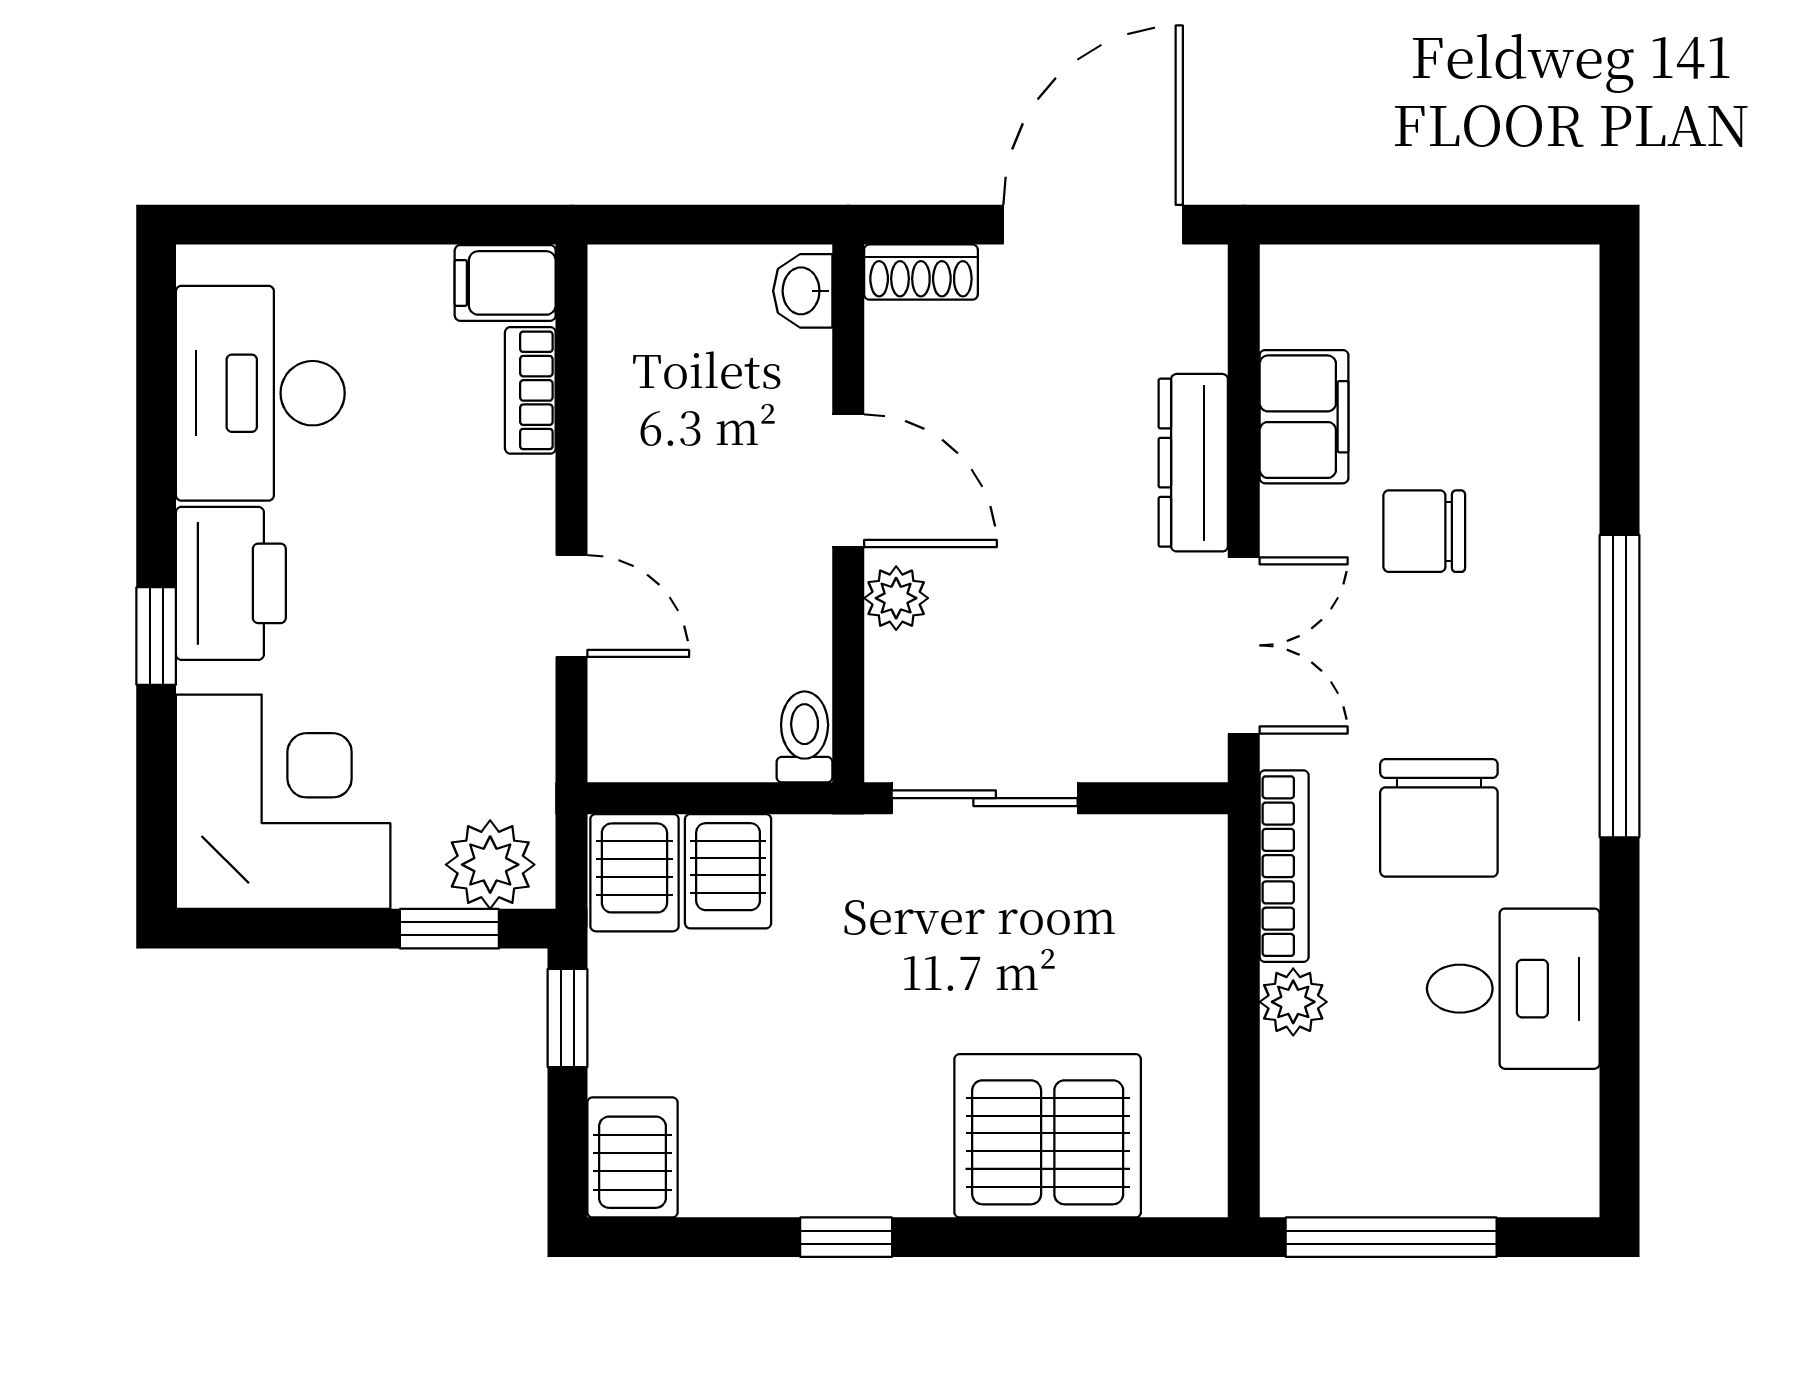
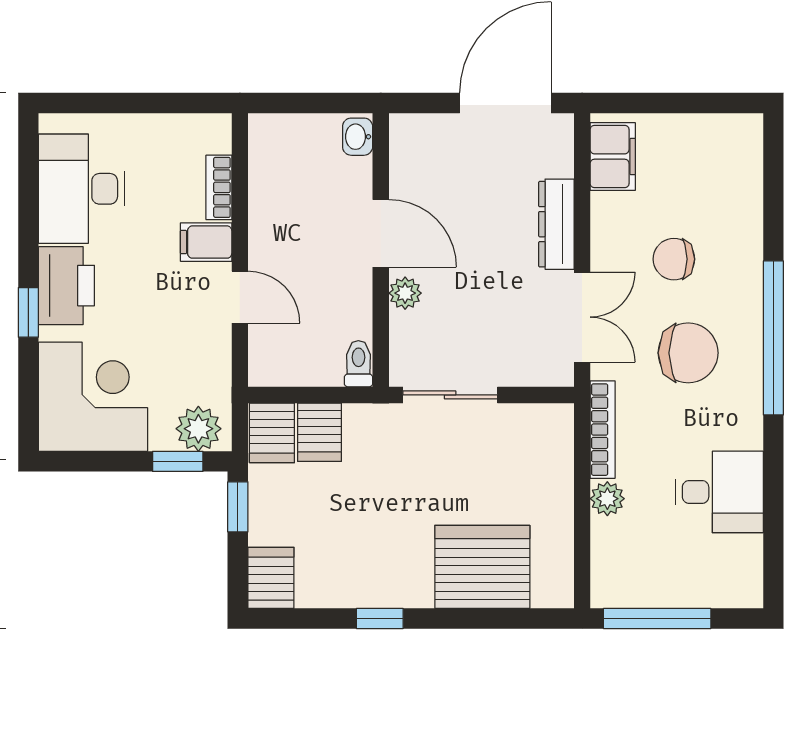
shoe rack: (921, 272) -> (418, 127), removed
filing cabinet: (505, 283) -> (206, 242), moved
filing cabinet: (1304, 417) -> (613, 157), moved
chair: (1439, 818) -> (688, 353), moved, turned -90

